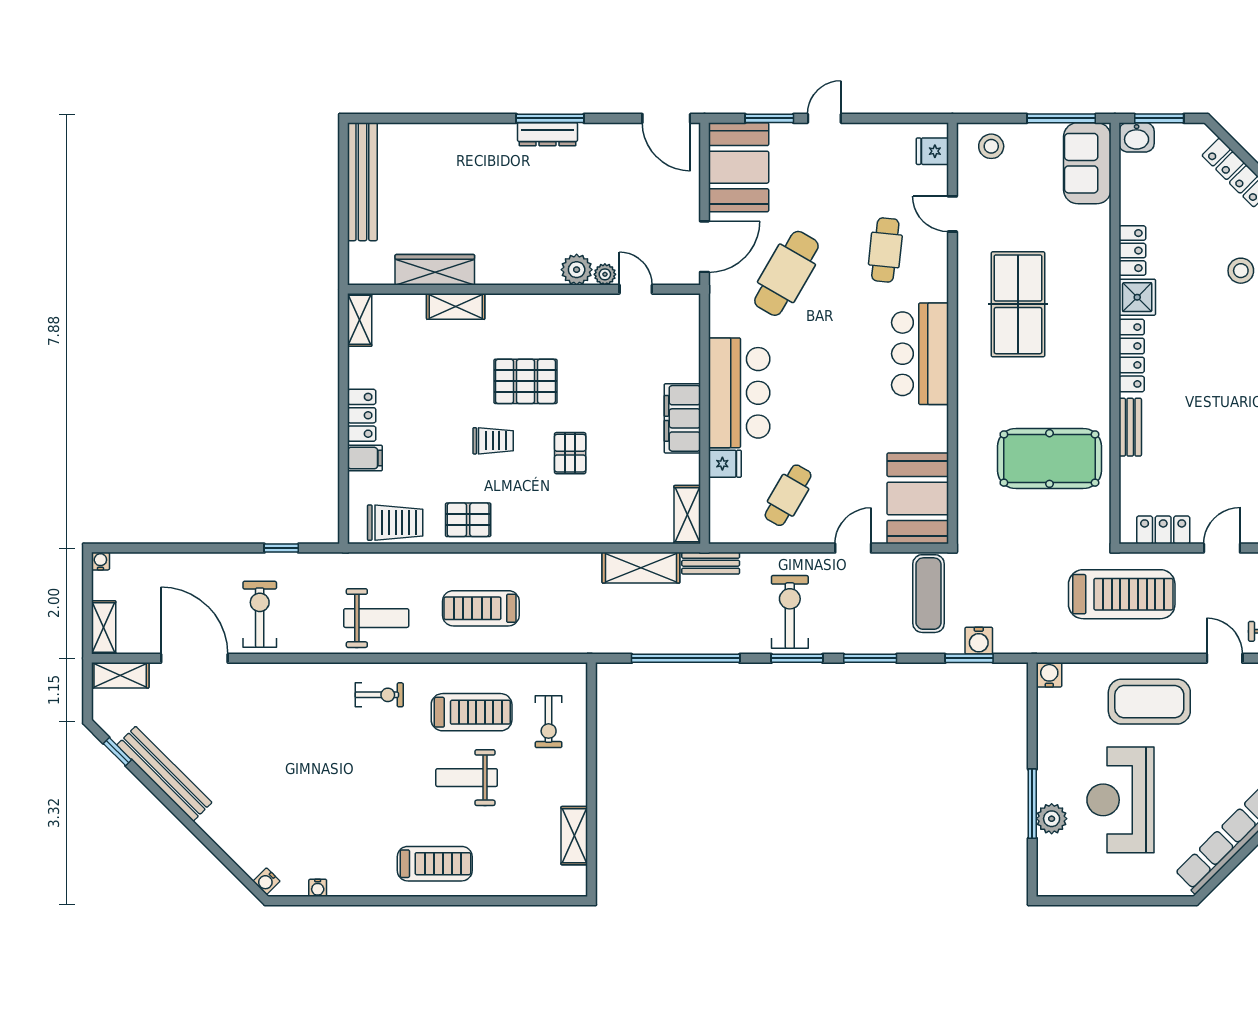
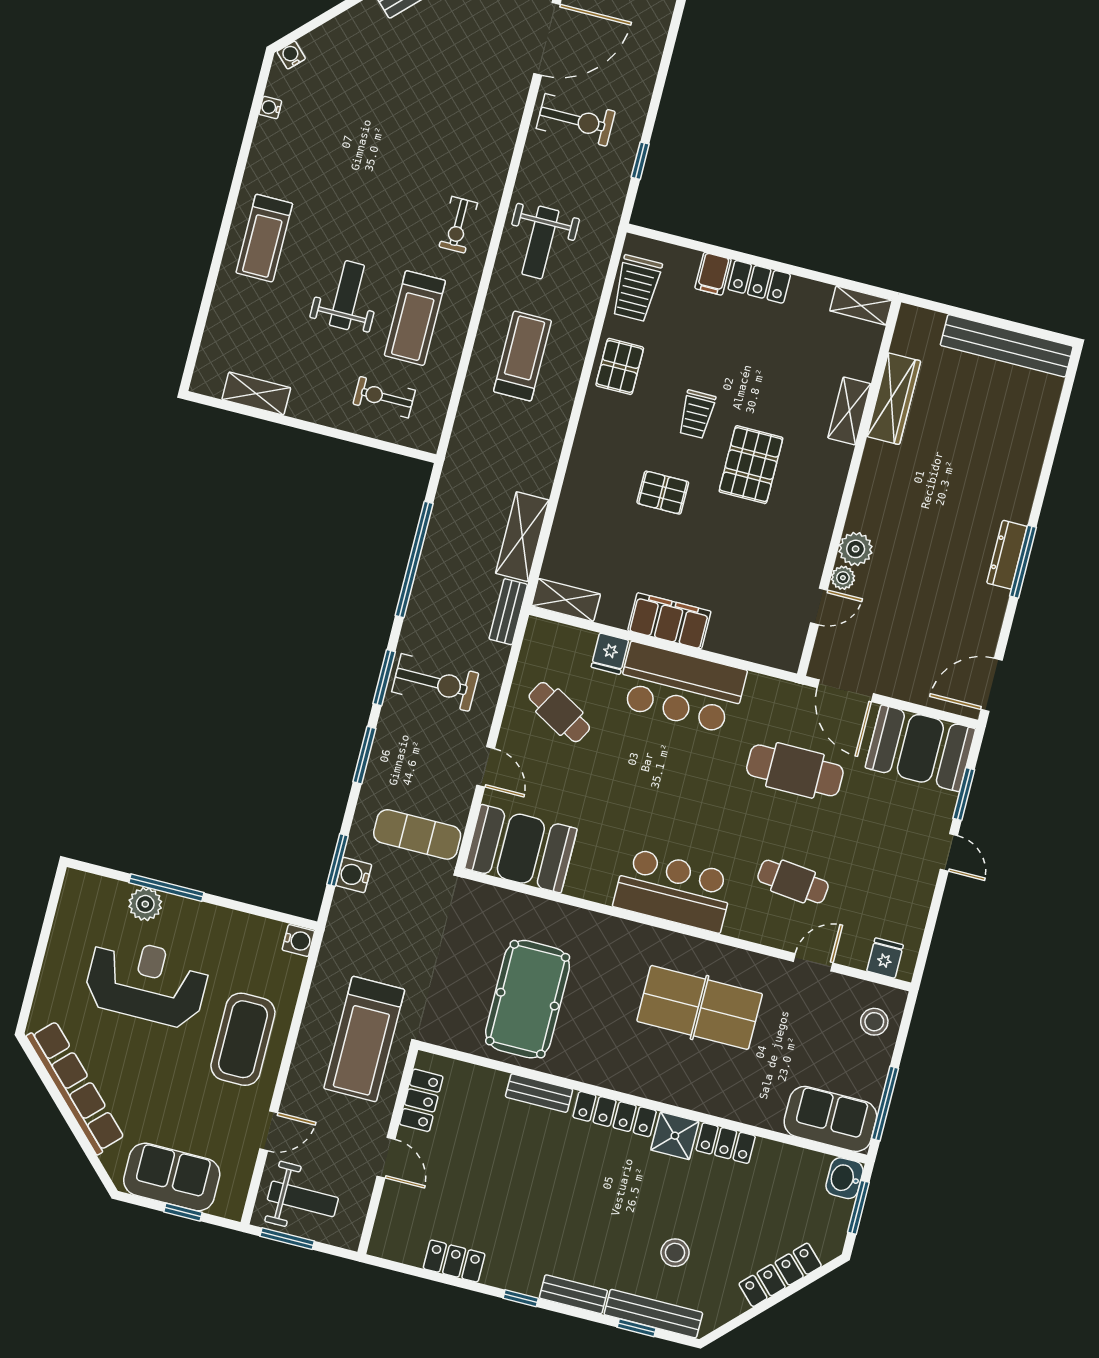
cafe table: (786, 273) -> (795, 770), turned -30

